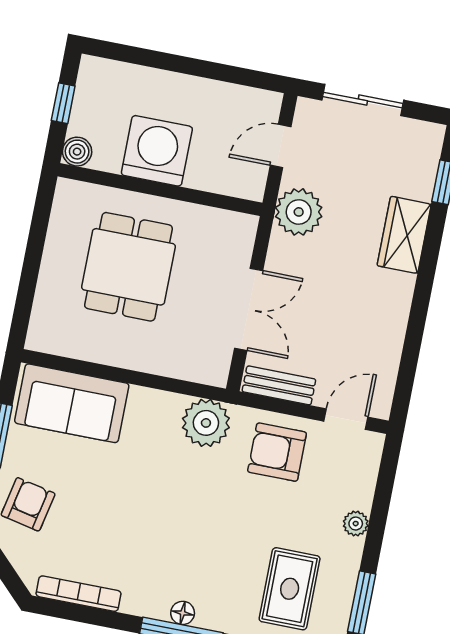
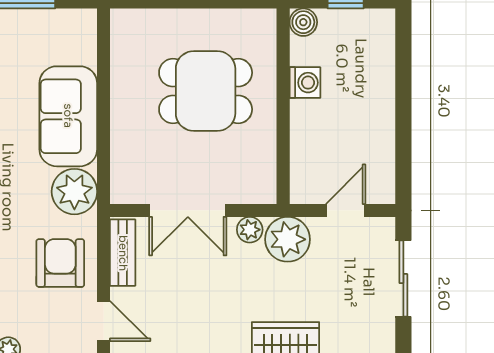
door: (281, 146) -> (346, 210), hinge flipped
washing machine: (157, 151) -> (305, 83), width x0.53, depth x0.53
plant: (281, 249) -> (250, 230), added
sofa: (72, 403) -> (68, 116), moved

